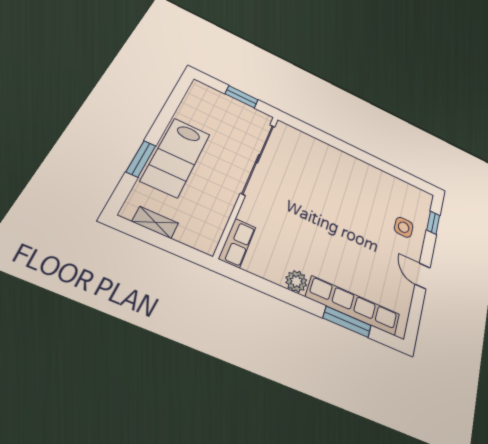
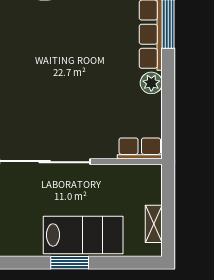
window: (141, 159) -> (70, 263), moved

